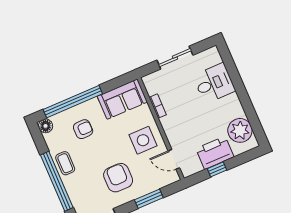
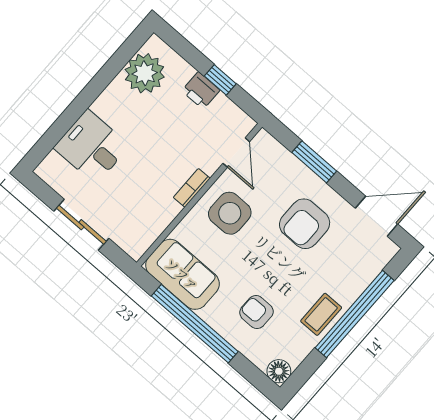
window: (73, 102) -> (195, 324), moved
bookcase: (158, 106) -> (192, 188), moved
printer: (215, 153) -> (201, 90), width x0.53, depth x0.68

